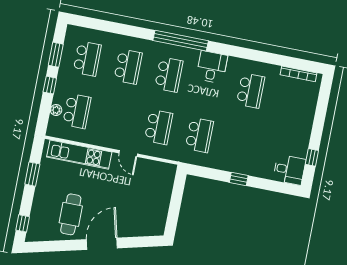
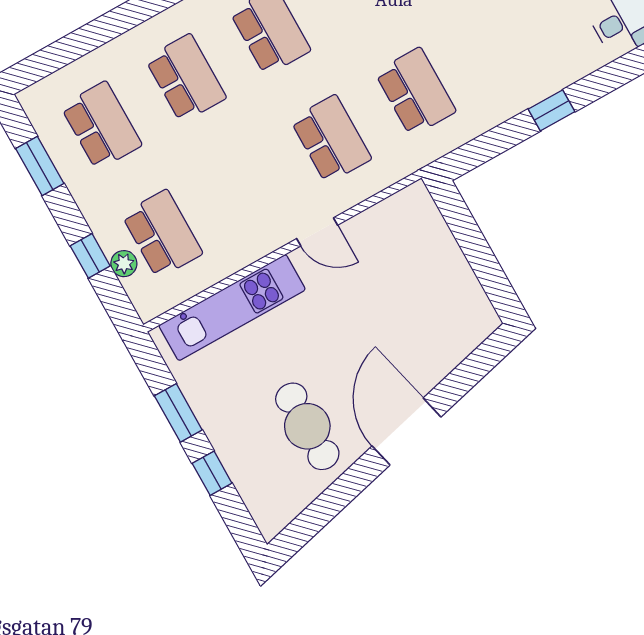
window: (50, 85) -> (90, 256), moved
window: (23, 223) -> (212, 473), moved

